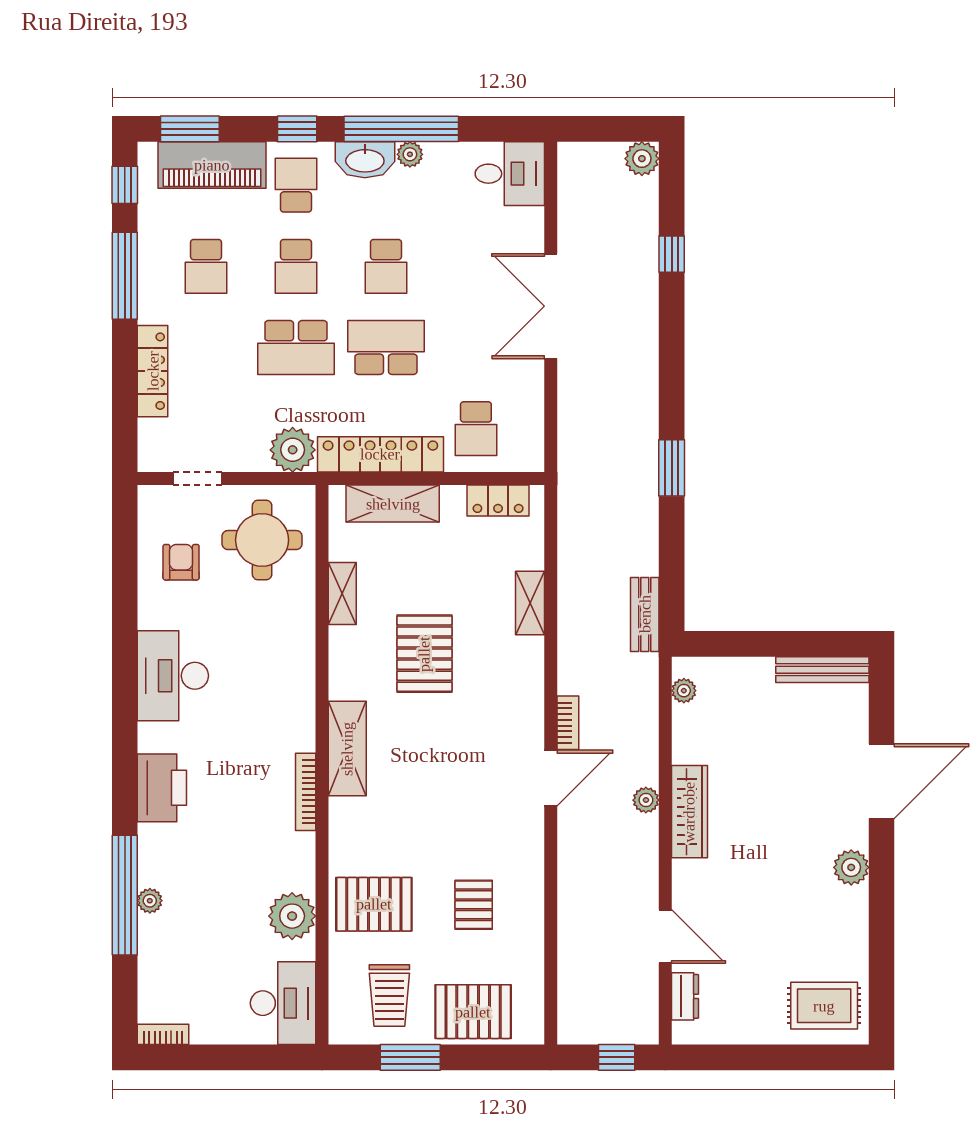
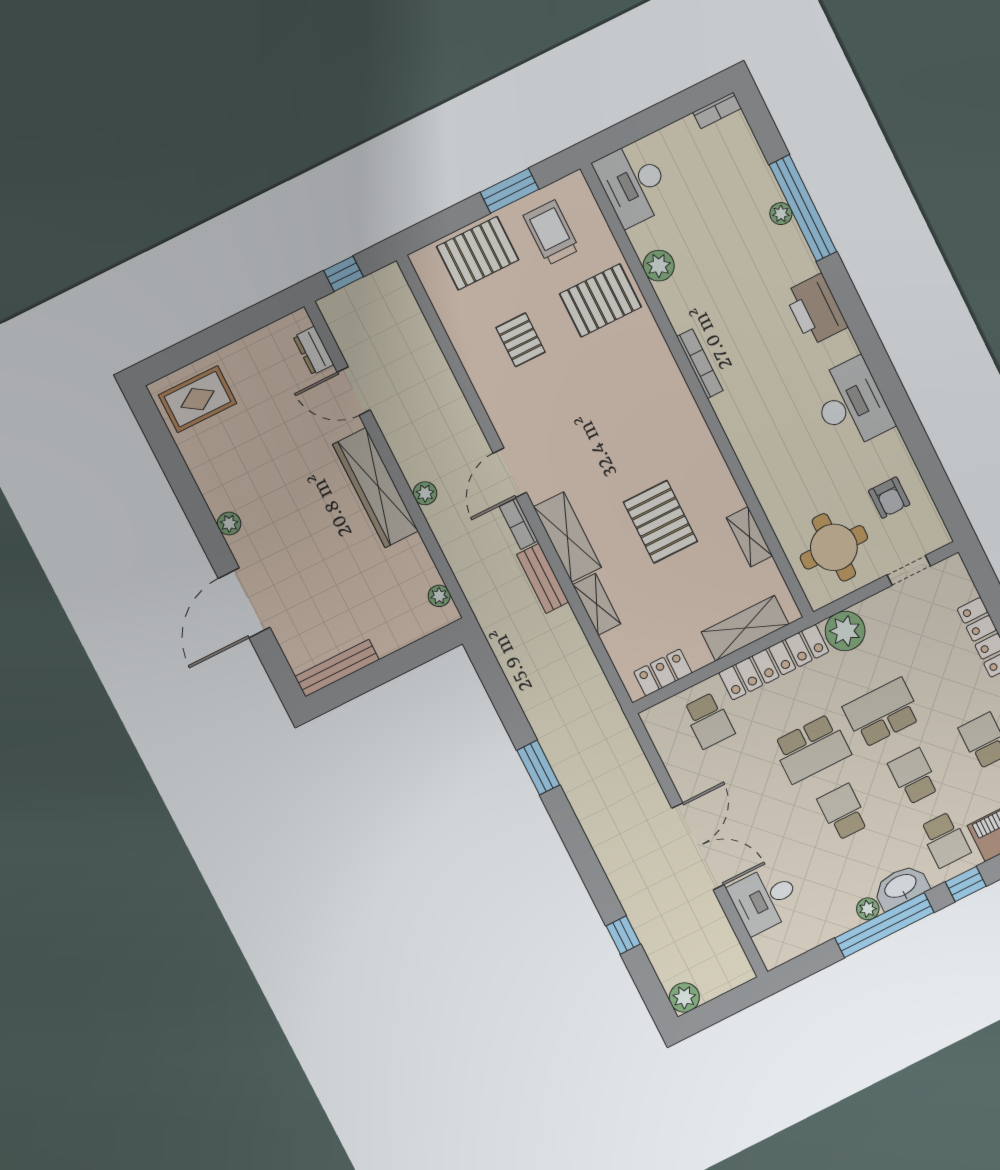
desk: (510, 174) -> (765, 899), moved
school desk: (476, 429) -> (709, 720), turned 180
bench: (645, 614) -> (543, 578), moved
shelving: (347, 749) -> (568, 537), moved
wardrobe: (689, 812) -> (375, 488), width x1.40, depth x1.17
plant: (851, 867) -> (229, 523), width x0.73, depth x0.73
plant: (292, 916) -> (659, 266), width x0.73, depth x0.73

